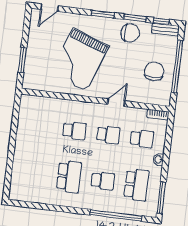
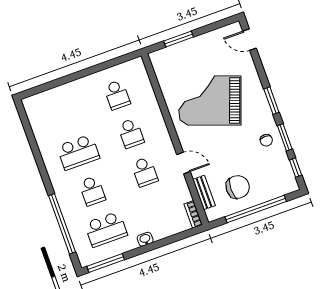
bench: (165, 29) -> (204, 192), moved
chair: (130, 33) -> (266, 140), width x0.54, depth x0.54
school desk: (142, 139) -> (117, 95), moved

